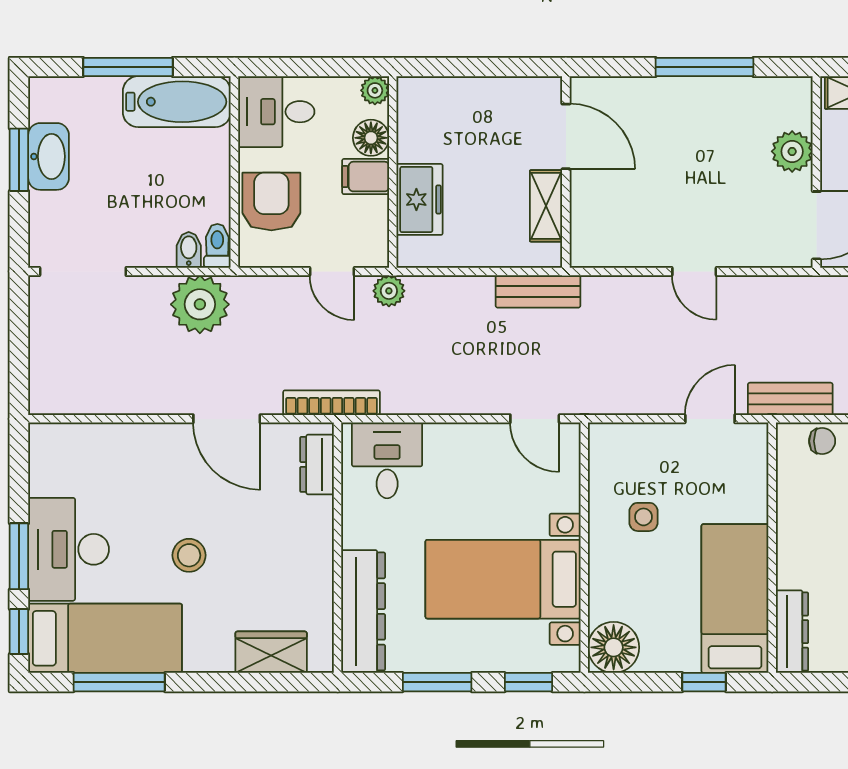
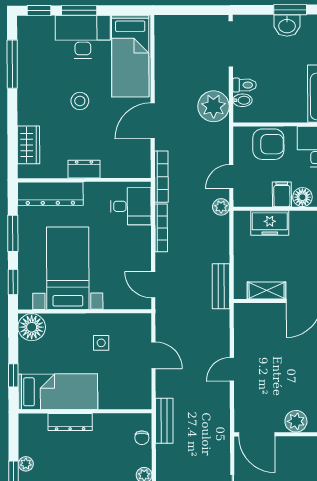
washbasin: (49, 156) -> (287, 25), width x0.72
toilet: (217, 246) -> (245, 85), moved
bookcase: (428, 404) -> (161, 228), added
door: (535, 419) -> (153, 285), hinge flipped
door: (710, 419) -> (153, 355), moved
dresser: (317, 464) -> (84, 169), moved
dresser: (792, 632) -> (70, 422), moved
bed: (105, 638) -> (130, 56), moved

